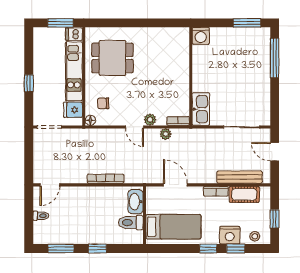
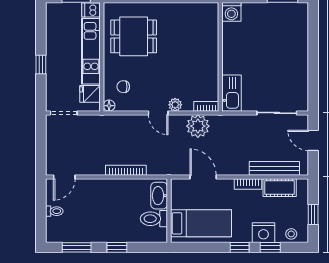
window: (275, 58) -> (313, 37), removed
plant: (166, 134) -> (198, 126), width x1.88, depth x1.88

